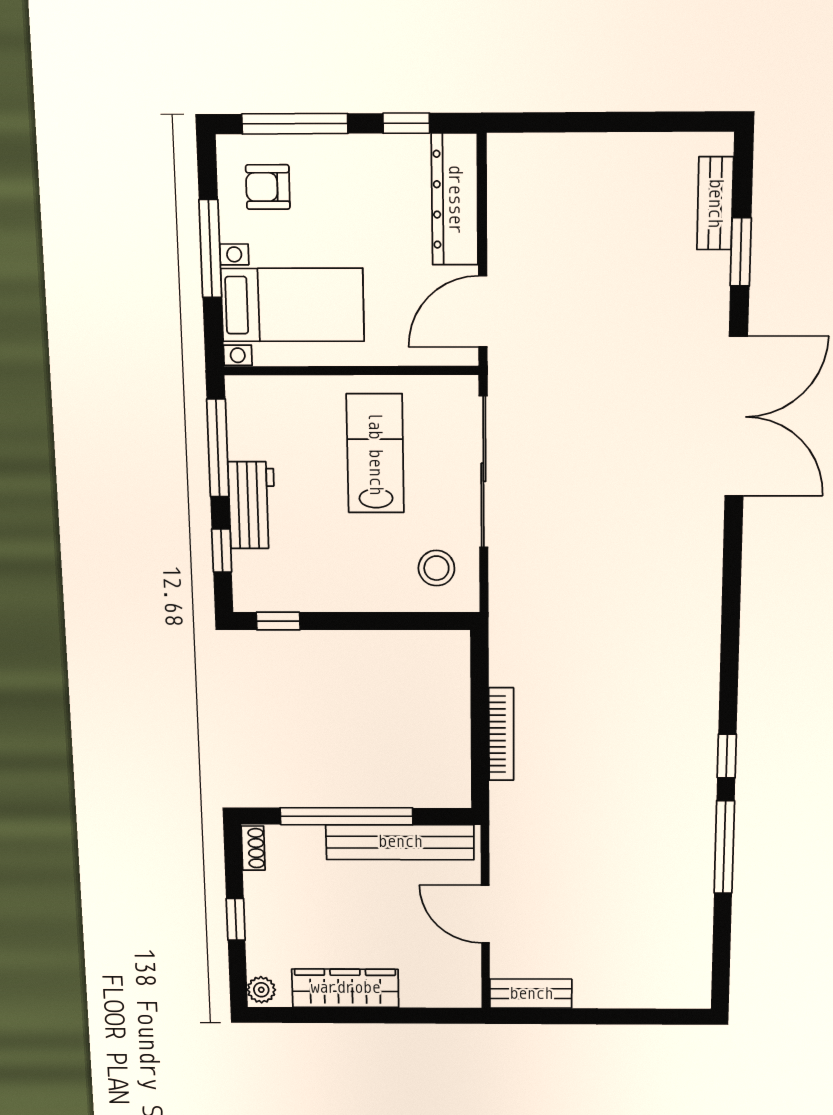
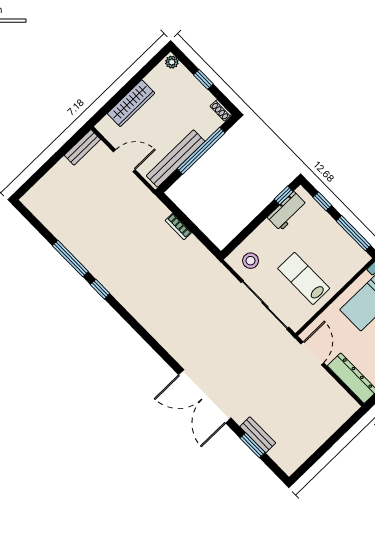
bench: (715, 203) -> (258, 435), moved
lab bench: (375, 453) -> (304, 278), turned 180
workbench: (252, 505) -> (287, 211), moved, turned -90
bookcase: (501, 734) -> (178, 227), width x0.64
wardrobe: (345, 988) -> (131, 103), moved

